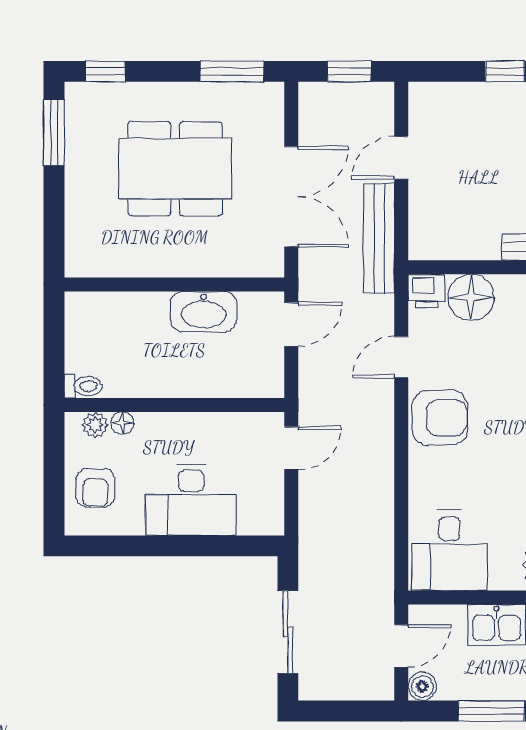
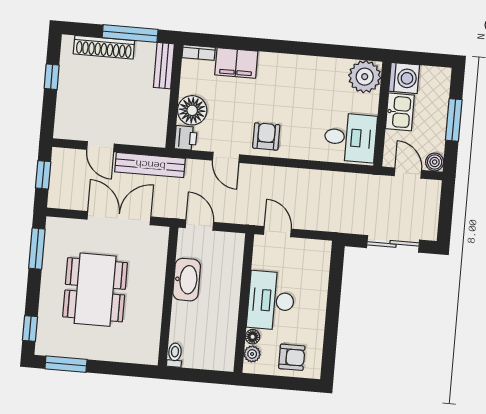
toilet: (83, 386) -> (175, 355), moved
armchair: (440, 418) -> (266, 136), width x0.72, depth x0.72
desk: (191, 500) -> (271, 301), moved, turned 180

